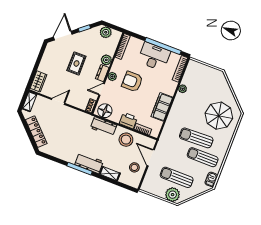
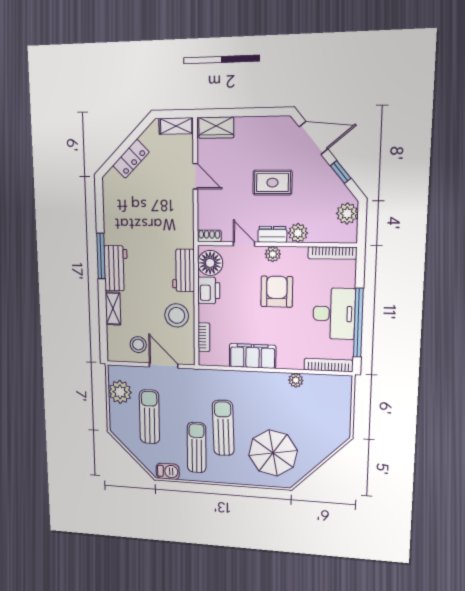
printer: (128, 121) -> (209, 290), moved
locker: (36, 132) -> (131, 159), width x0.66
door: (151, 158) -> (164, 365), hinge flipped
plant: (173, 195) -> (120, 392), moved

